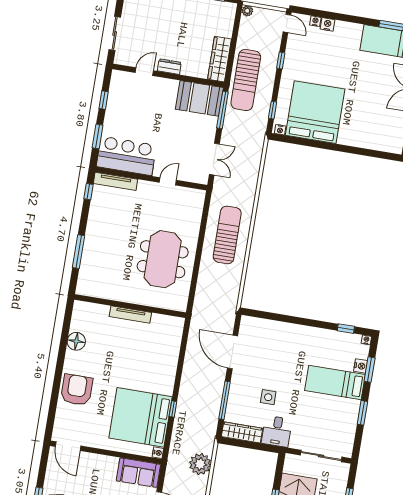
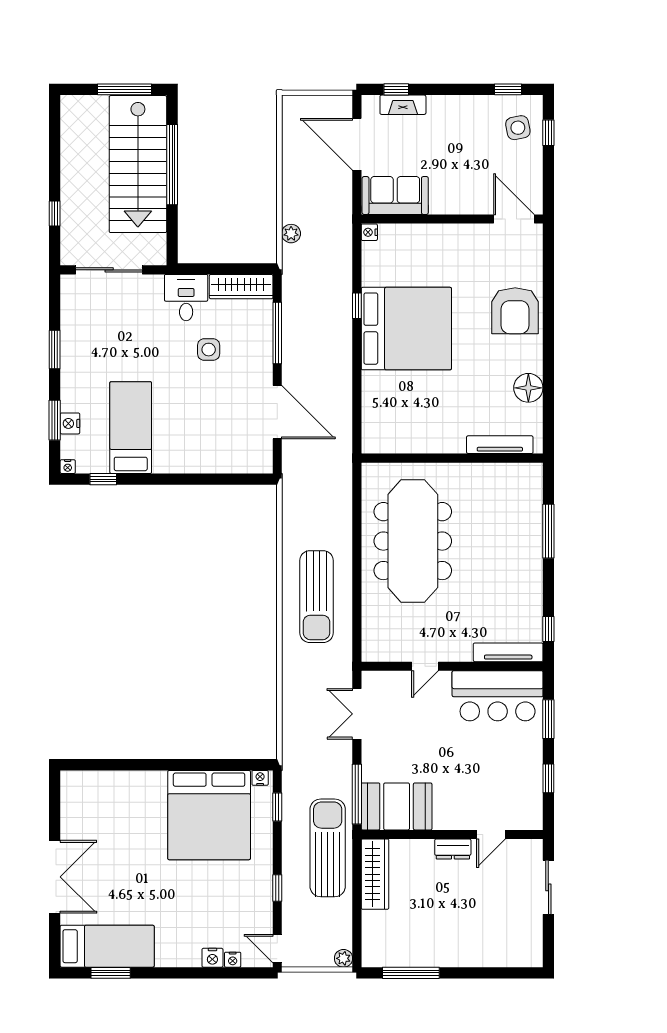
meeting table: (163, 259) -> (413, 541), width x1.36
tv unit: (130, 315) -> (500, 445), moved
bed: (335, 383) -> (131, 428), moved, turned -90
bed: (140, 417) -> (406, 329), moved
plant: (200, 464) -> (291, 234), width x0.53, depth x0.53

